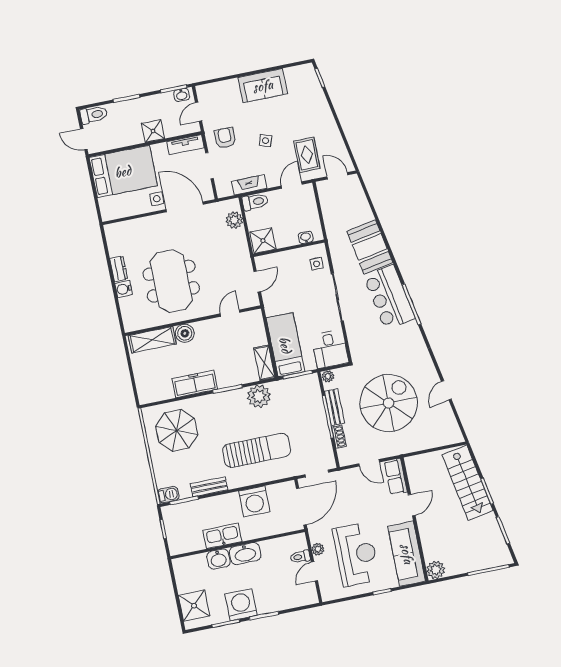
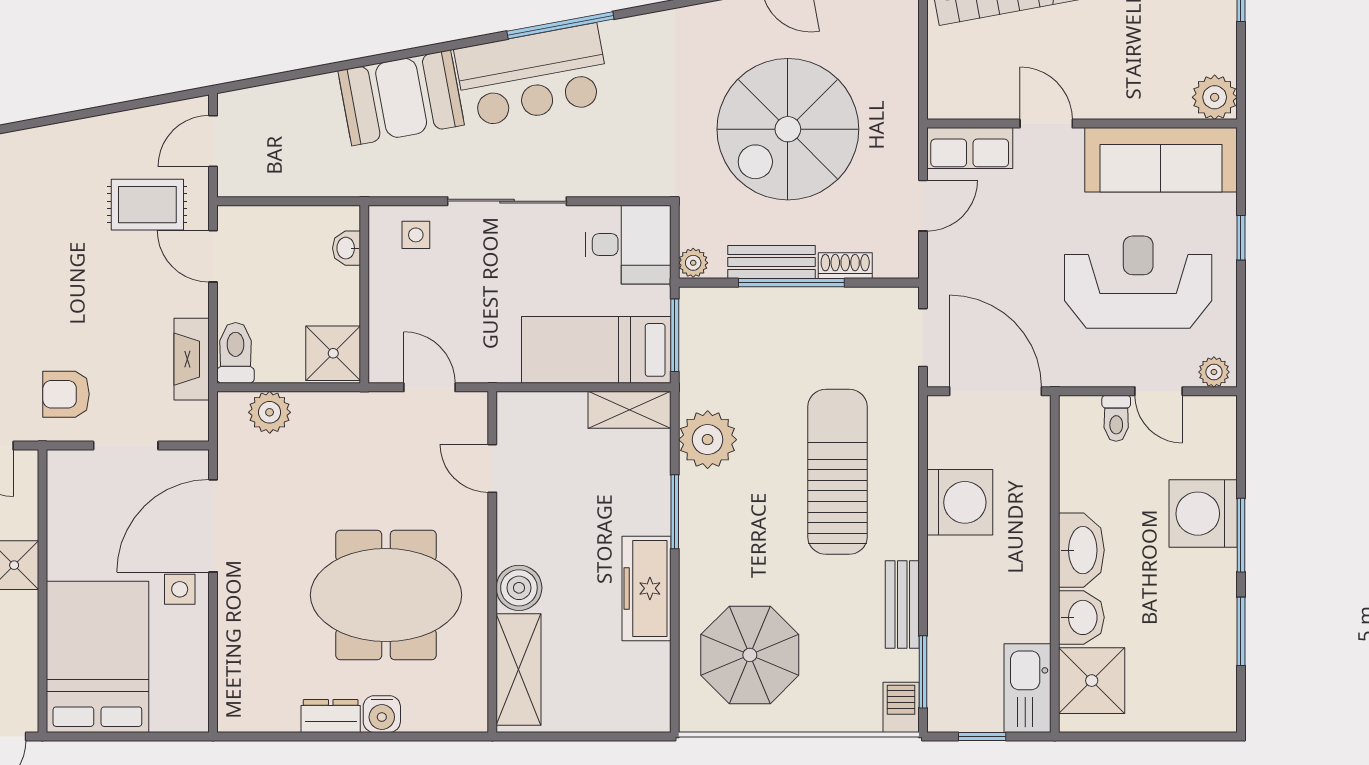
side table: (265, 141) -> (93, 298), removed
tv unit: (185, 145) -> (63, 493), removed
spiral stairs: (389, 403) -> (788, 129), turned -90
kitchen sink: (222, 536) -> (1027, 688), moved
plant: (318, 549) -> (1214, 372), moved
washing machine: (241, 605) -> (1203, 514), moved
shower: (194, 606) -> (1092, 681), moved

